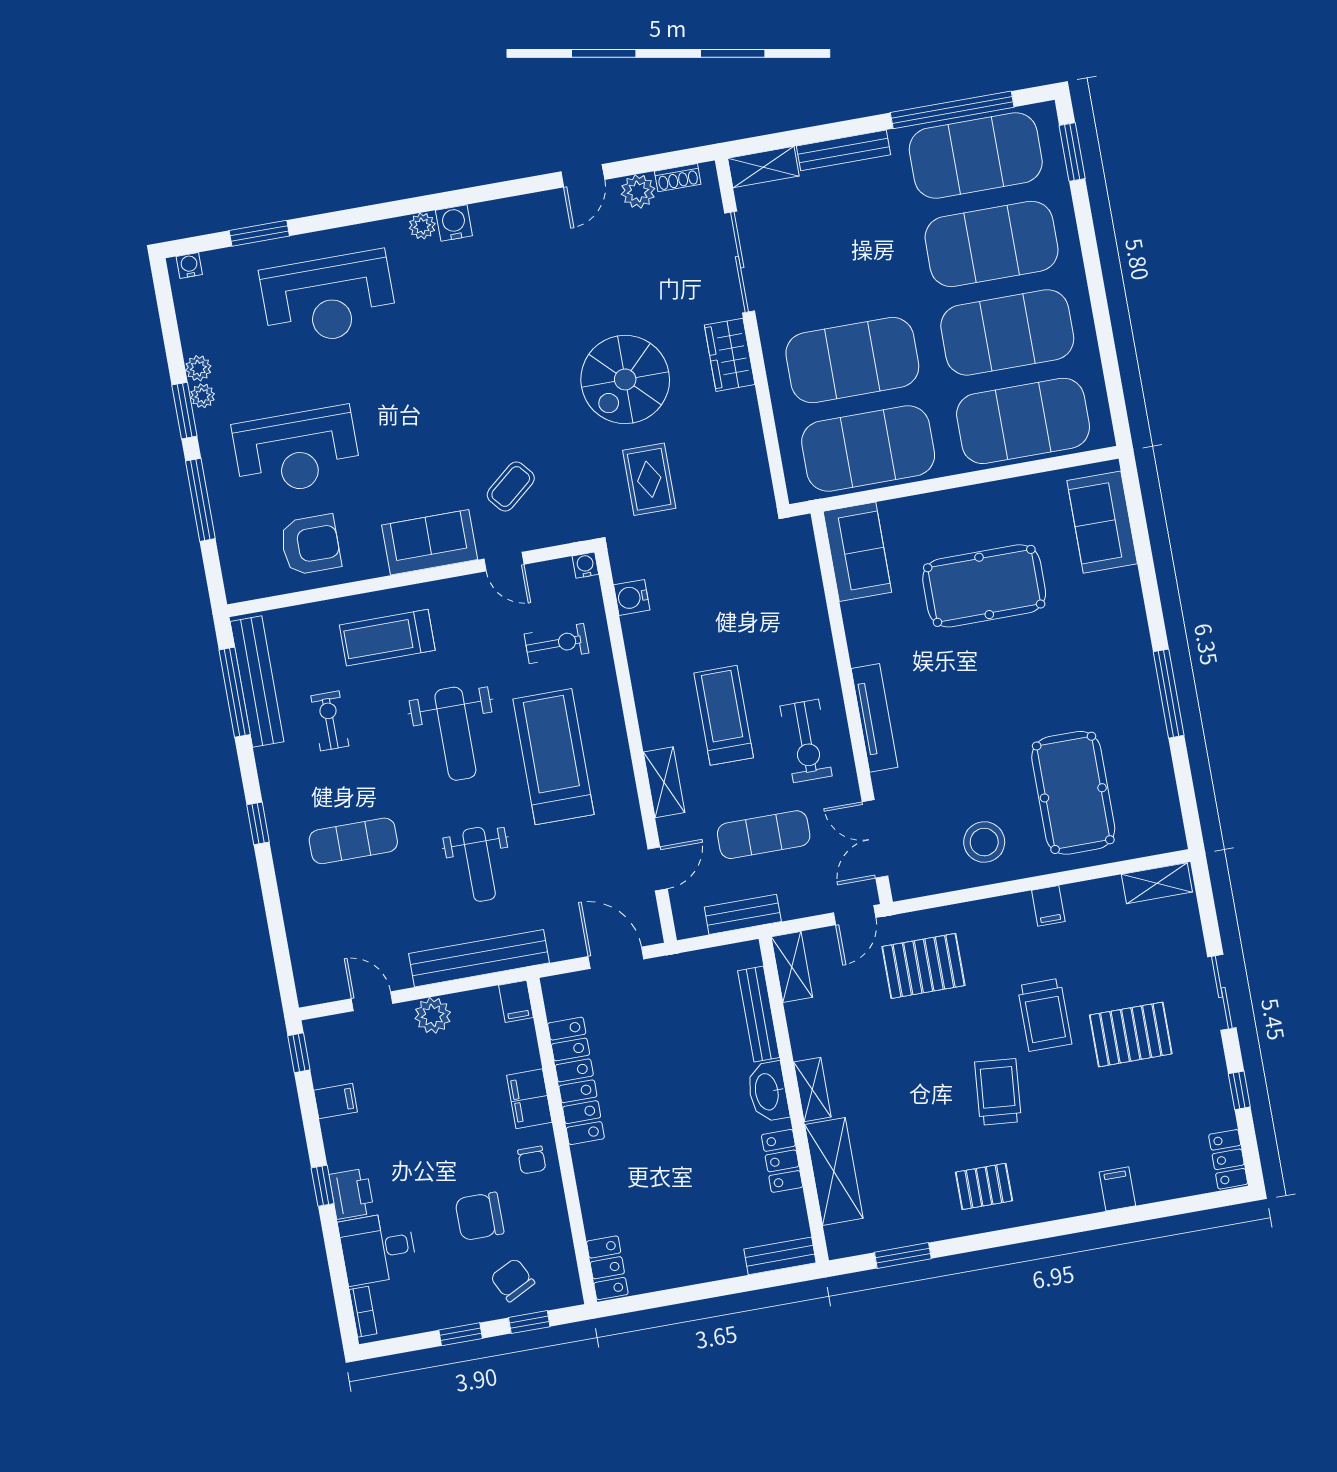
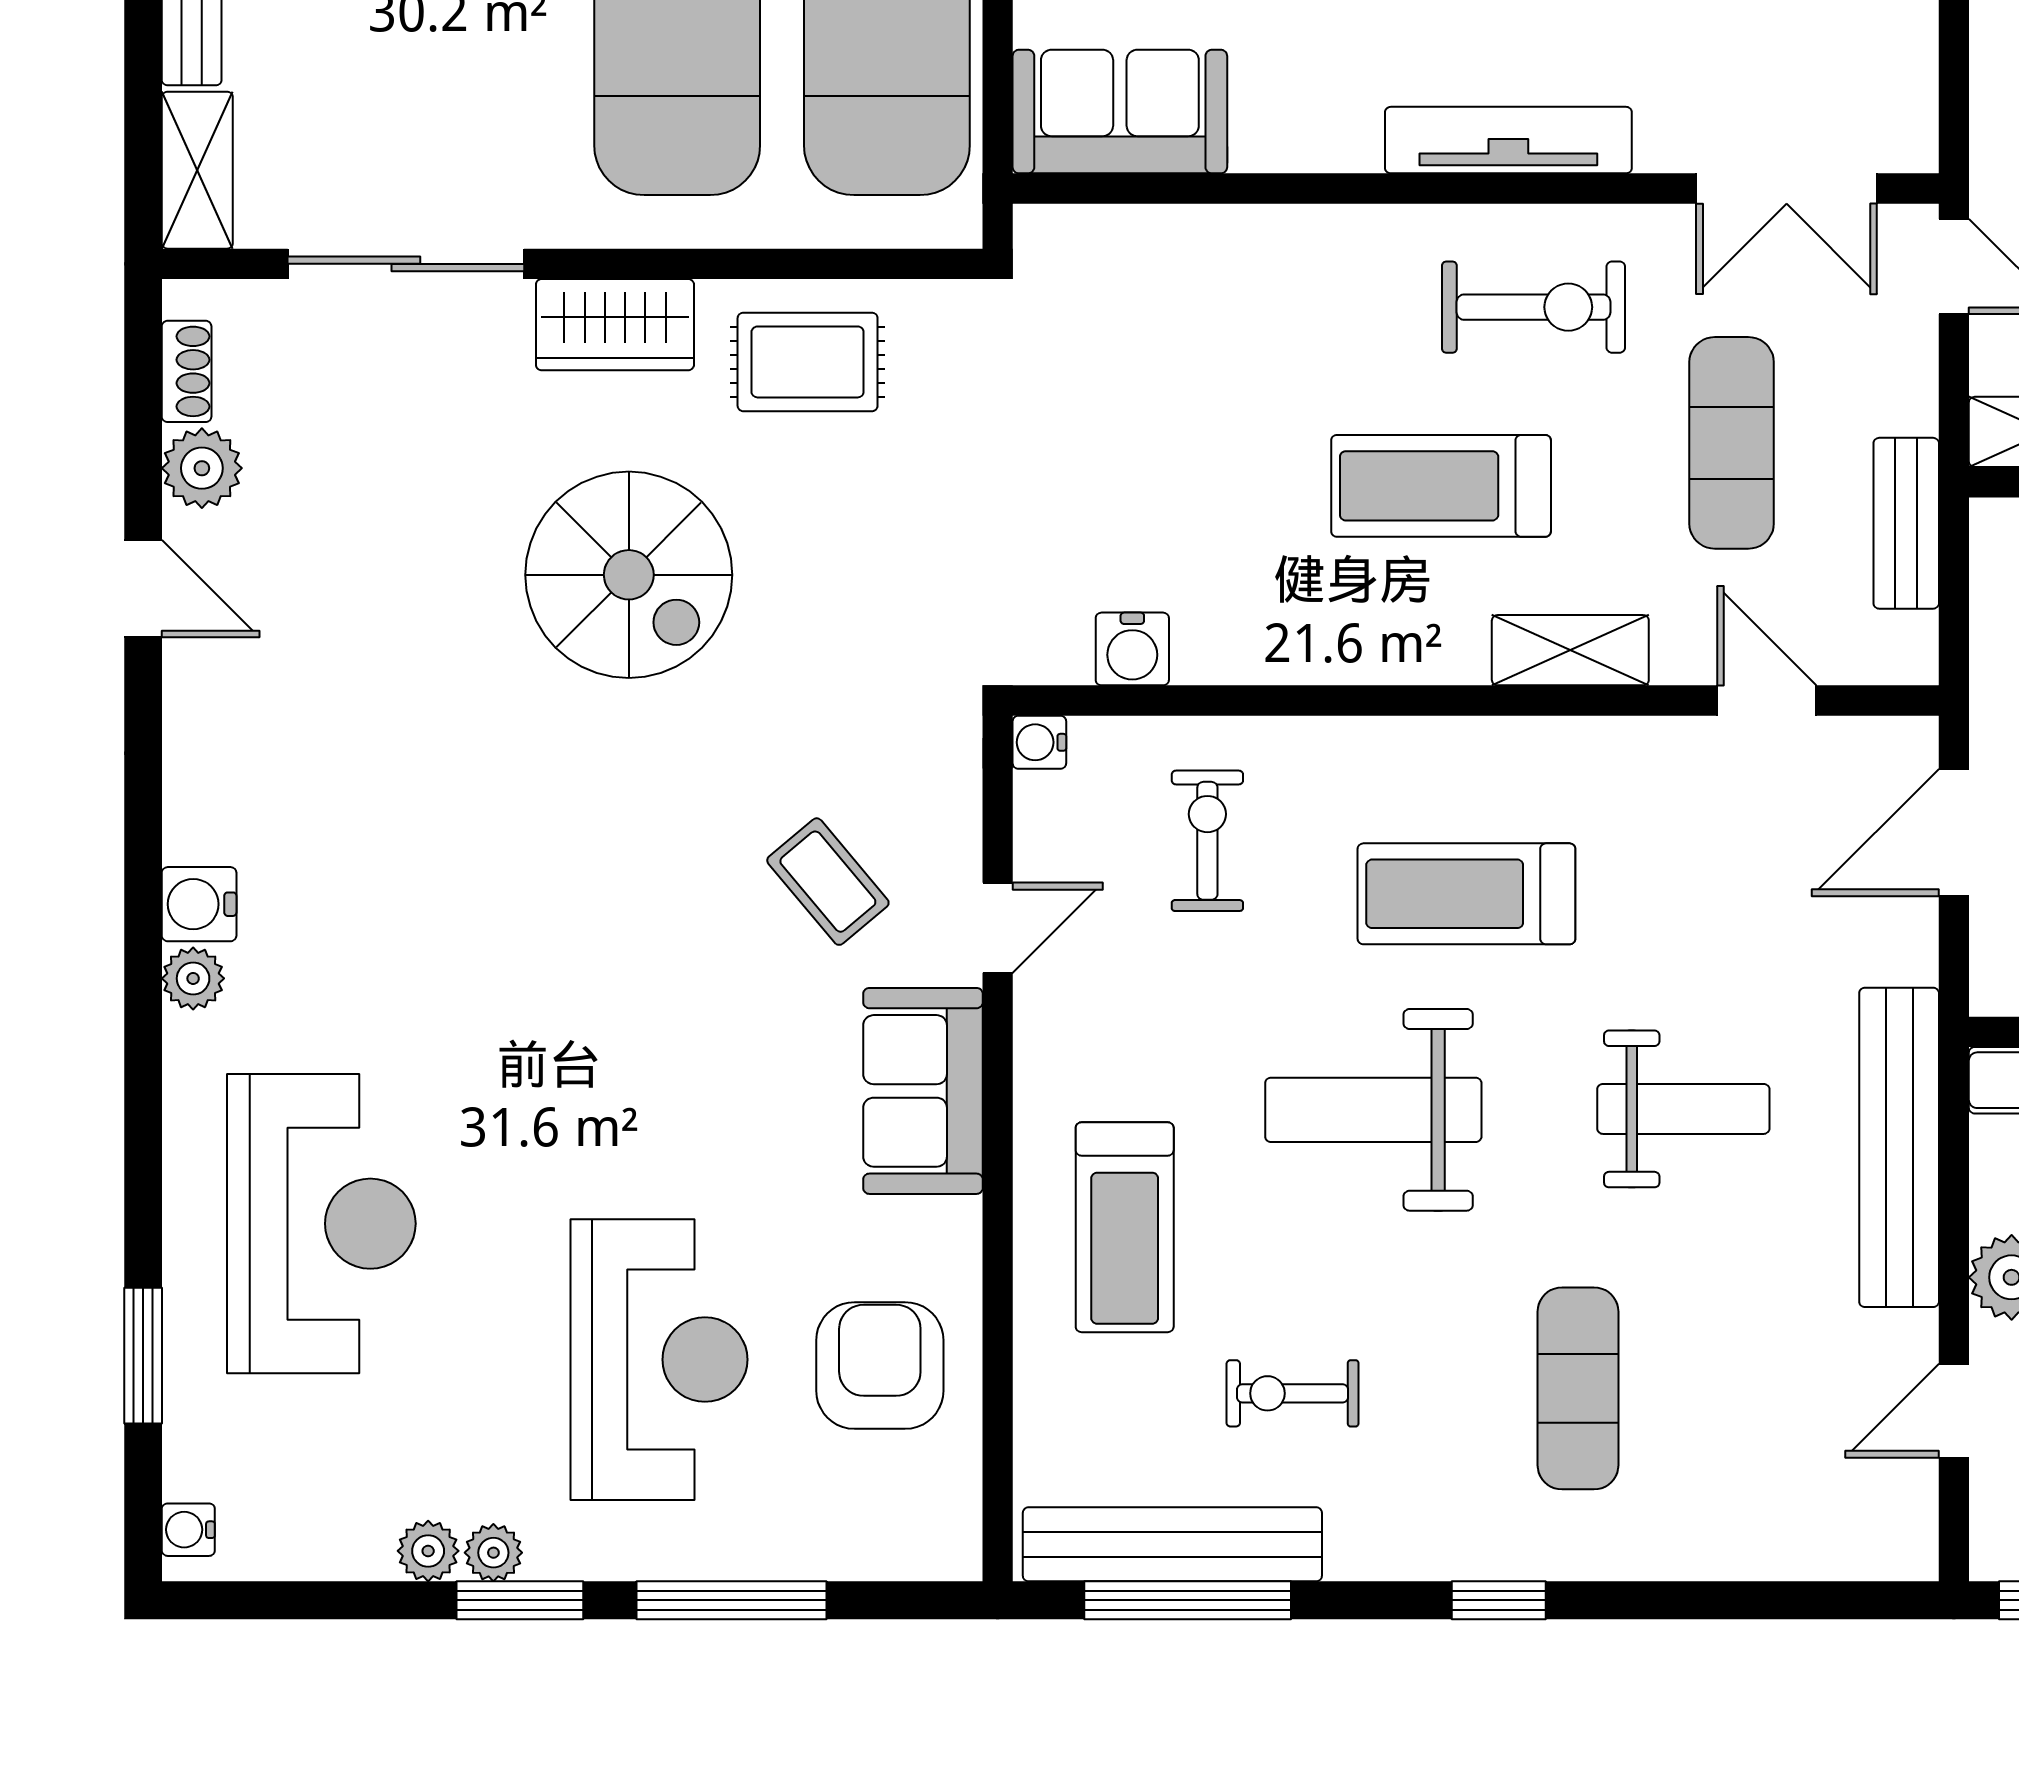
rug: (649, 479) -> (808, 362), moved
weight bench: (455, 734) -> (1373, 1110), turned 180
treadmill: (554, 757) -> (1466, 894), width x0.73, depth x0.73

